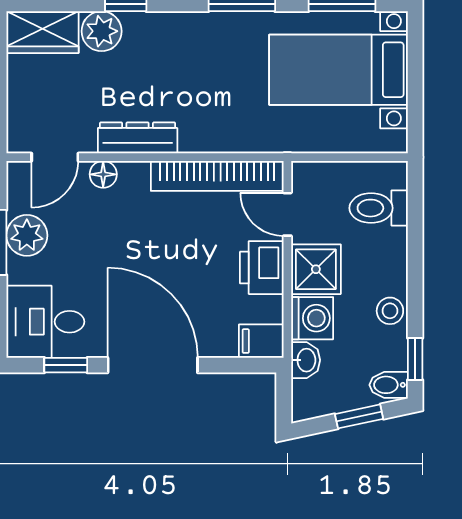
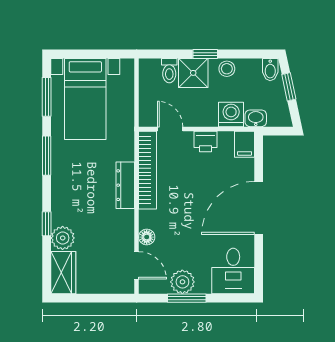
dresser: (138, 138) -> (125, 185), moved
toilet: (379, 208) -> (169, 71), width x0.73, depth x0.72
door: (287, 214) -> (170, 129), swing flipped
printer: (262, 268) -> (206, 141), width x0.73, depth x0.81
shower: (316, 269) -> (193, 73), moved
window: (415, 359) -> (205, 54), moved
window: (66, 365) -> (259, 259), removed

